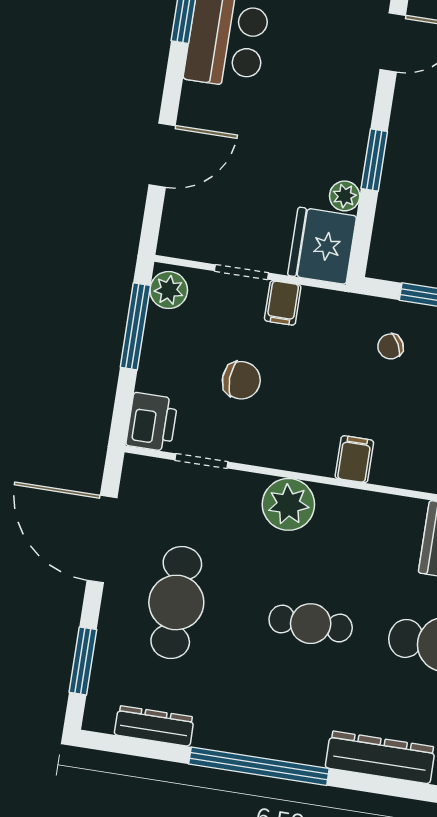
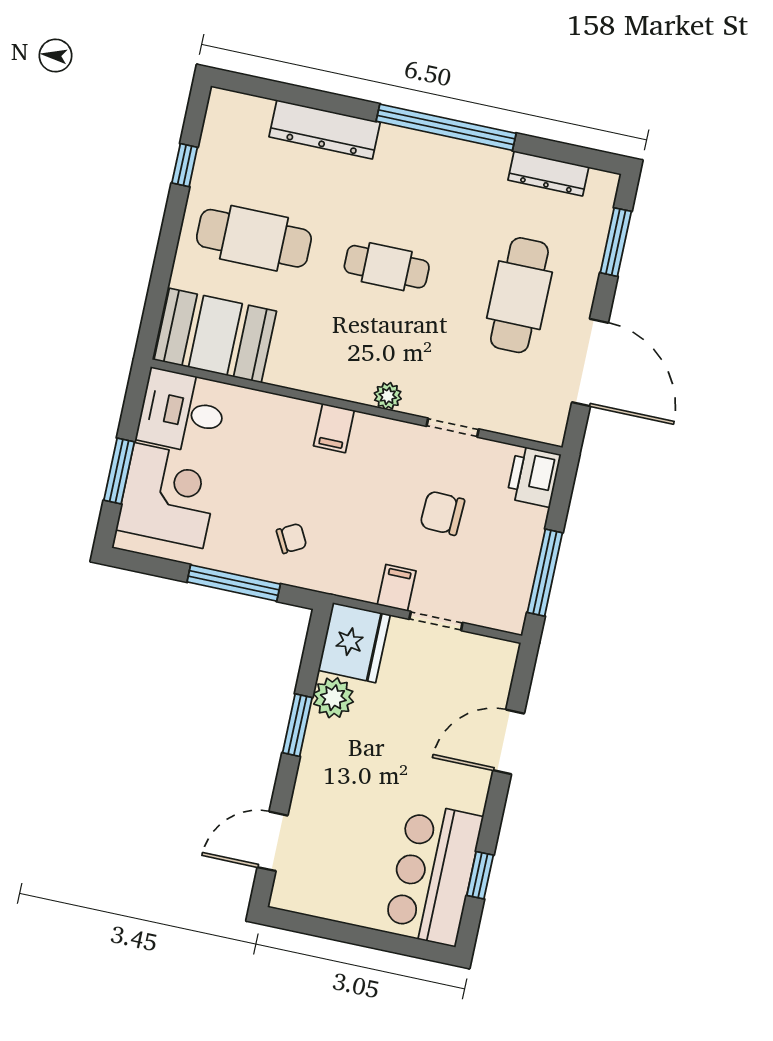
plant: (345, 196) -> (333, 698), width x1.38, depth x1.38
plant: (169, 290) -> (510, 607), removed
doorway: (201, 461) -> (453, 428), moved
plant: (288, 504) -> (388, 396), width x0.53, depth x0.53

